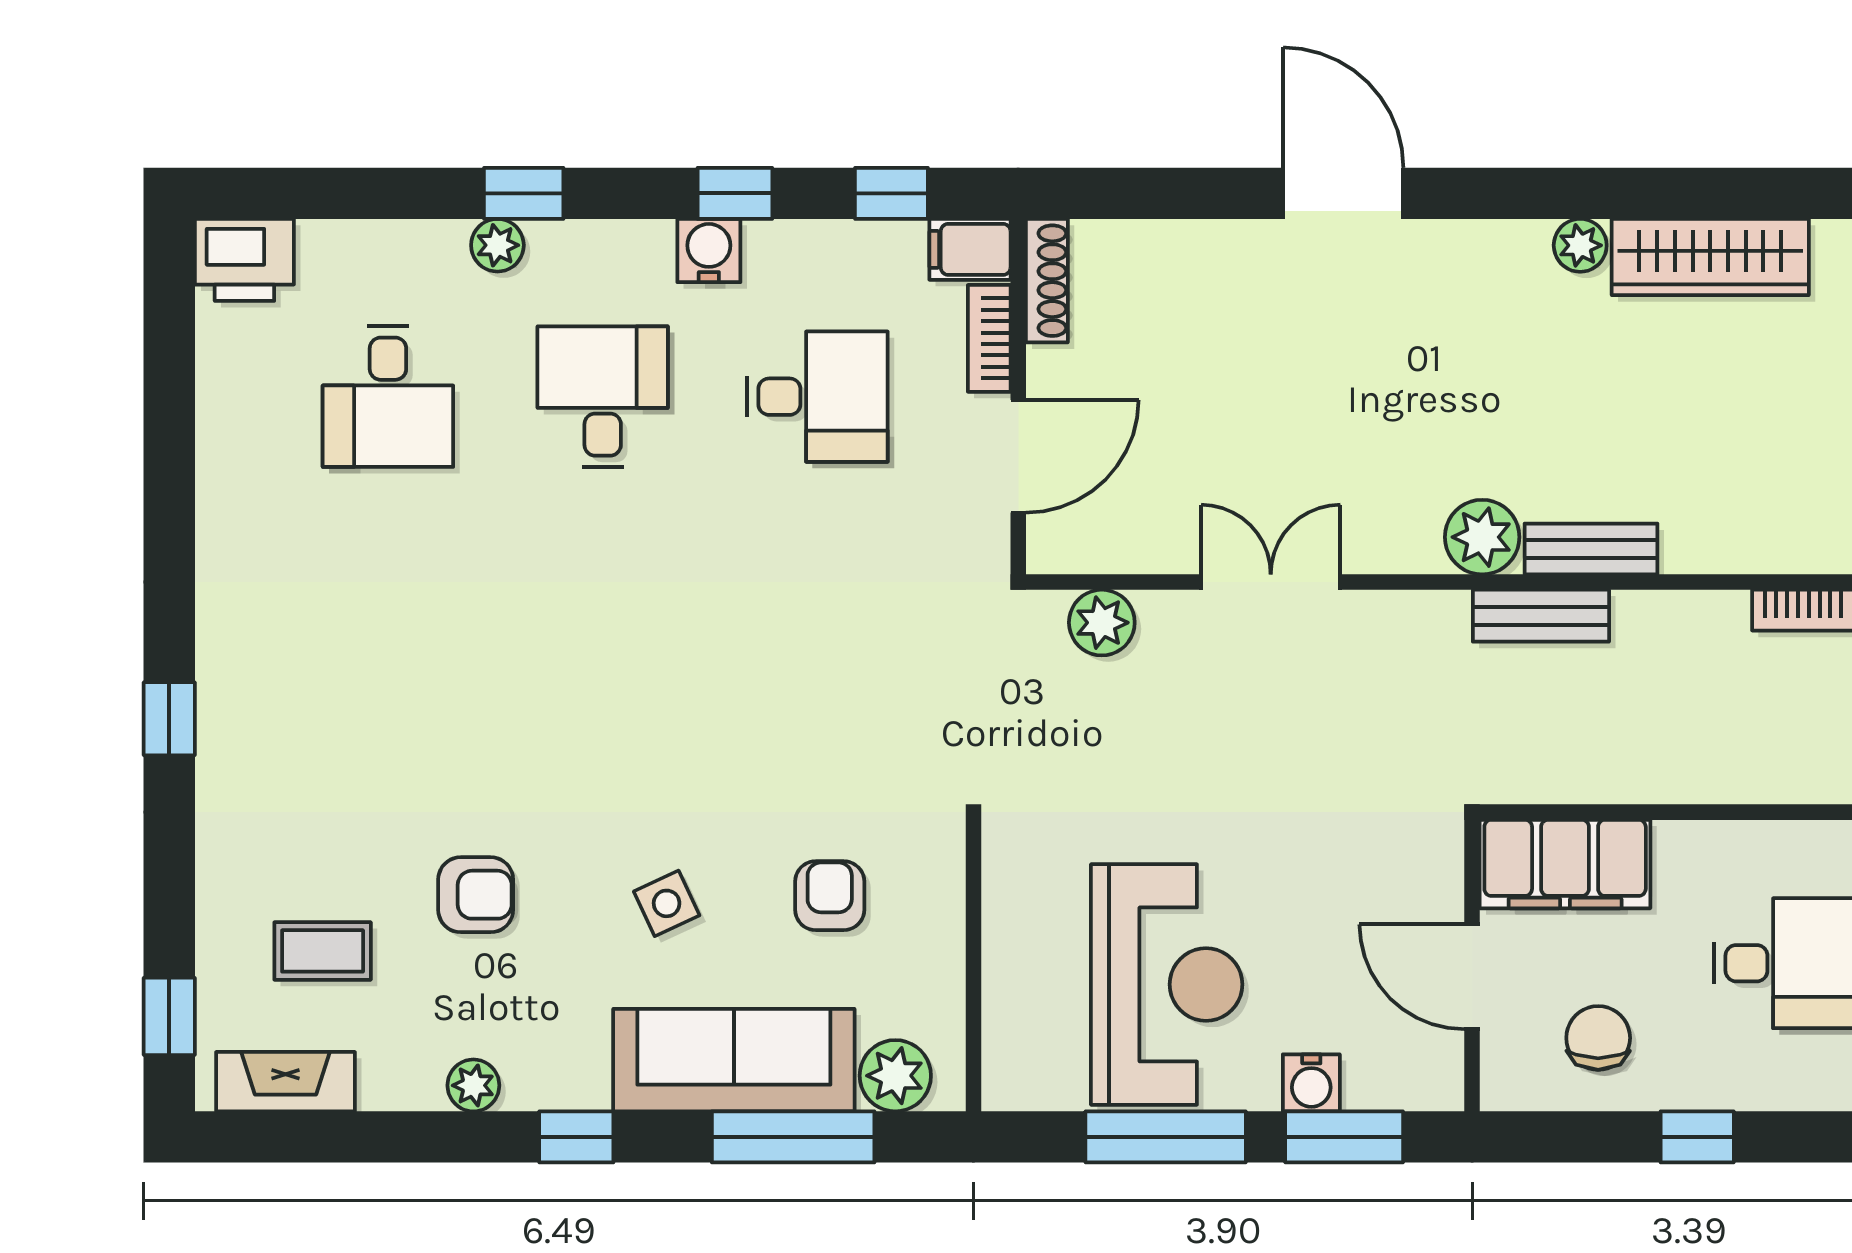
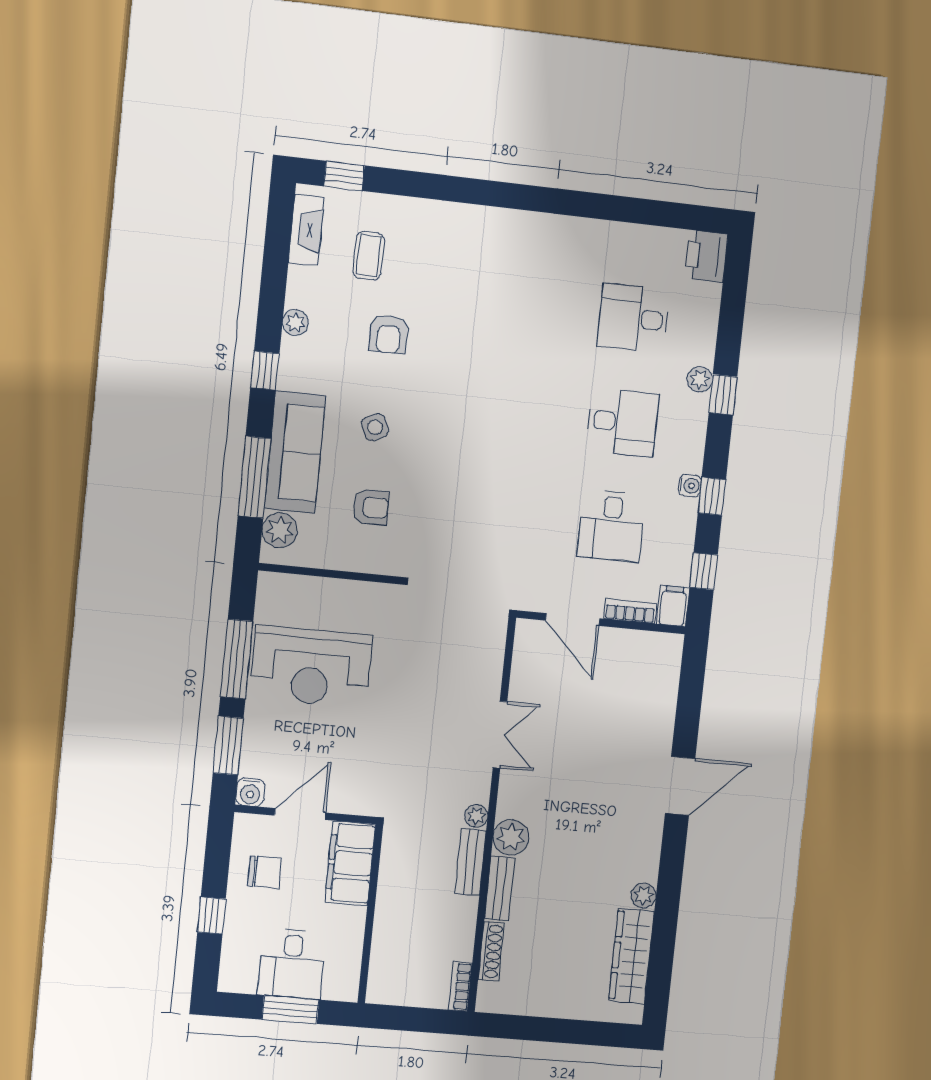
water cooler: (709, 251) -> (690, 486), width x0.72, depth x0.72
shoe rack: (1047, 281) -> (491, 951), moved, turned -90
plant: (1102, 623) -> (476, 816), moved, width x0.73, depth x0.73
window: (169, 719) -> (490, 193), removed
water cooler: (1311, 1083) -> (250, 792), moved, turned -90

